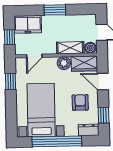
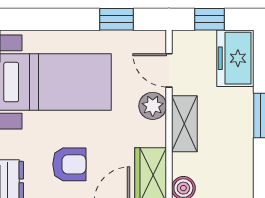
shelving: (70, 48) -> (184, 124), moved
plant: (64, 63) -> (153, 106), moved

